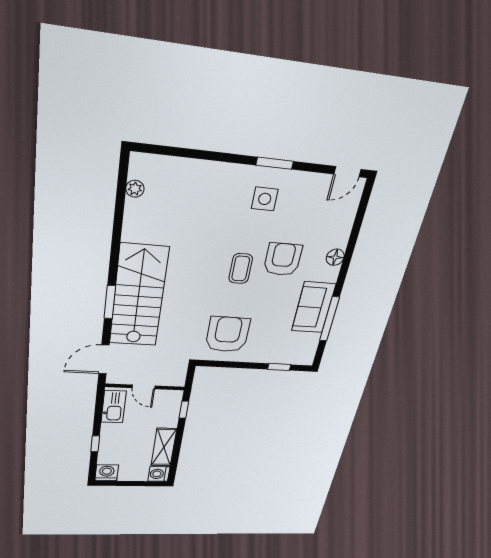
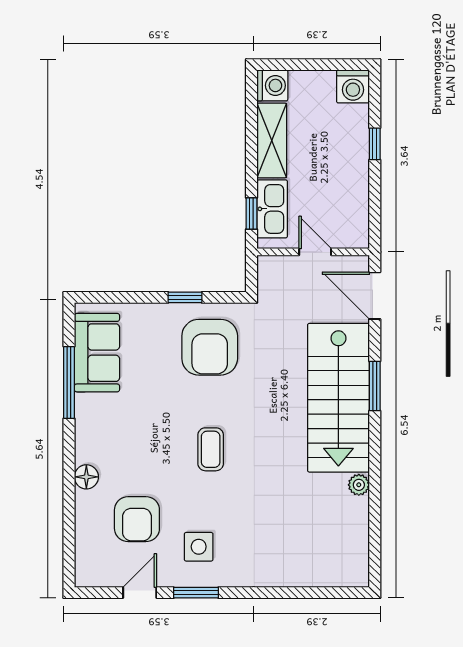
door: (347, 172) -> (140, 593), moved
plant: (135, 189) -> (359, 485), moved
armchair: (283, 259) -> (137, 519), moved
sofa: (314, 307) -> (97, 353), moved
door: (104, 359) -> (375, 296), swing flipped
window: (279, 367) -> (185, 297), moved
kitchen sink: (114, 407) -> (272, 209), moved, turned 180

